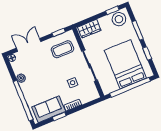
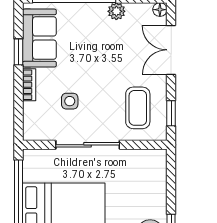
wardrobe: (89, 29) -> (155, 172), removed
double door: (29, 45) -> (171, 50), swing flipped

